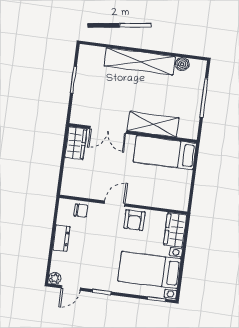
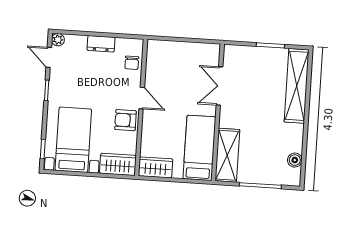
shelving: (140, 61) -> (297, 86), moved
shelving: (153, 124) -> (227, 155), moved
wardrobe: (76, 143) -> (156, 167), moved, turned 180

